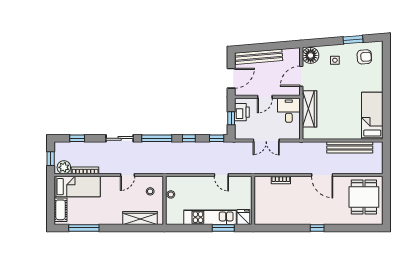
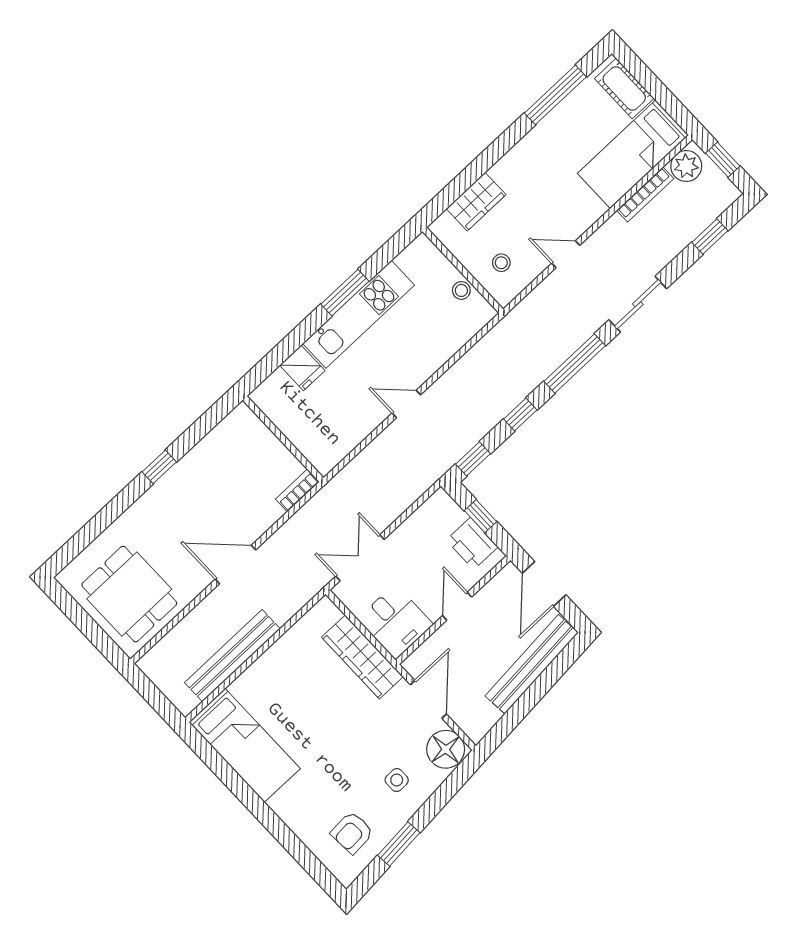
double door: (266, 141) -> (360, 558), moved
door: (127, 175) -> (566, 254), hinge flipped
wall: (253, 200) -> (283, 439), moved
wardrobe: (140, 218) -> (476, 202), width x0.67
window: (223, 228) -> (345, 293), moved

